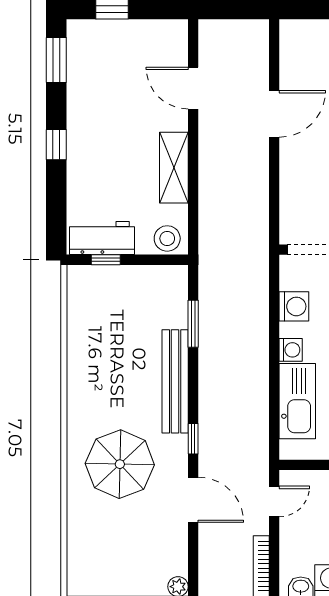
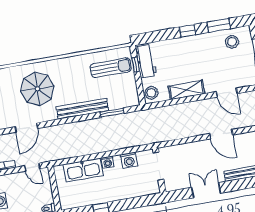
window: (56, 60) -> (219, 25), moved
stool: (94, 60) -> (232, 42), added
door: (193, 88) -> (227, 93), swing flipped
sun lounger: (103, 311) -> (111, 68), added
window: (193, 439) -> (56, 122), removed

